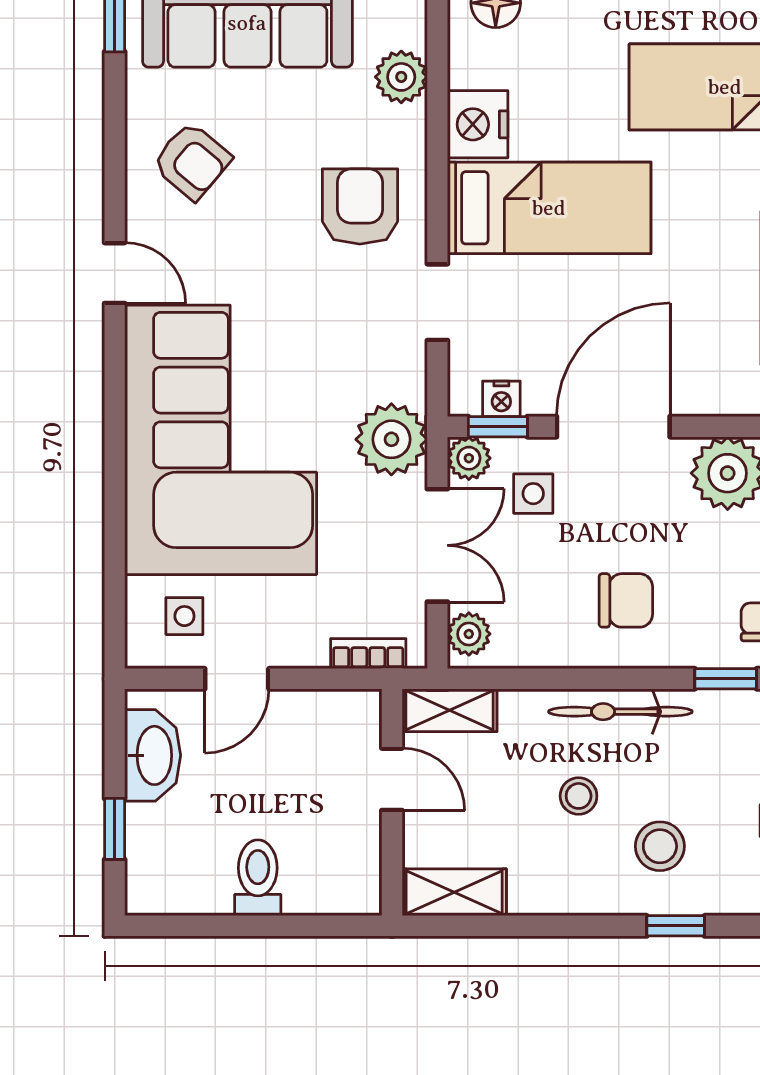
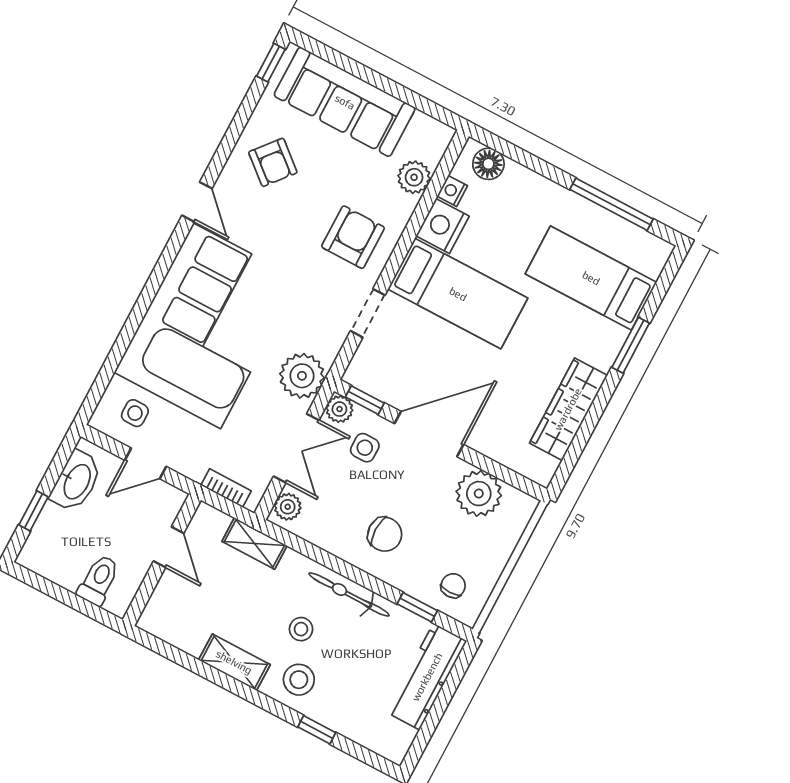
nightstand: (501, 399) -> (452, 191), moved, turned 90
door: (392, 779) -> (169, 547), moved
wall: (392, 802) -> (162, 560), moved
stool: (660, 846) -> (299, 680), moved
shelving: (454, 892) -> (234, 662), moved

